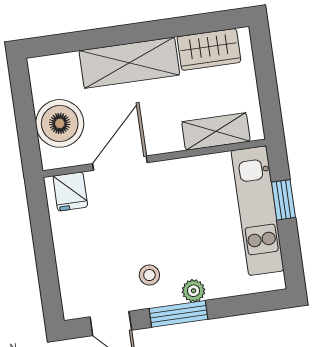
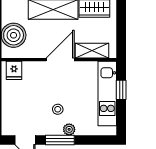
door: (120, 163) -> (60, 60), moved
stool: (149, 275) -> (58, 109), moved

